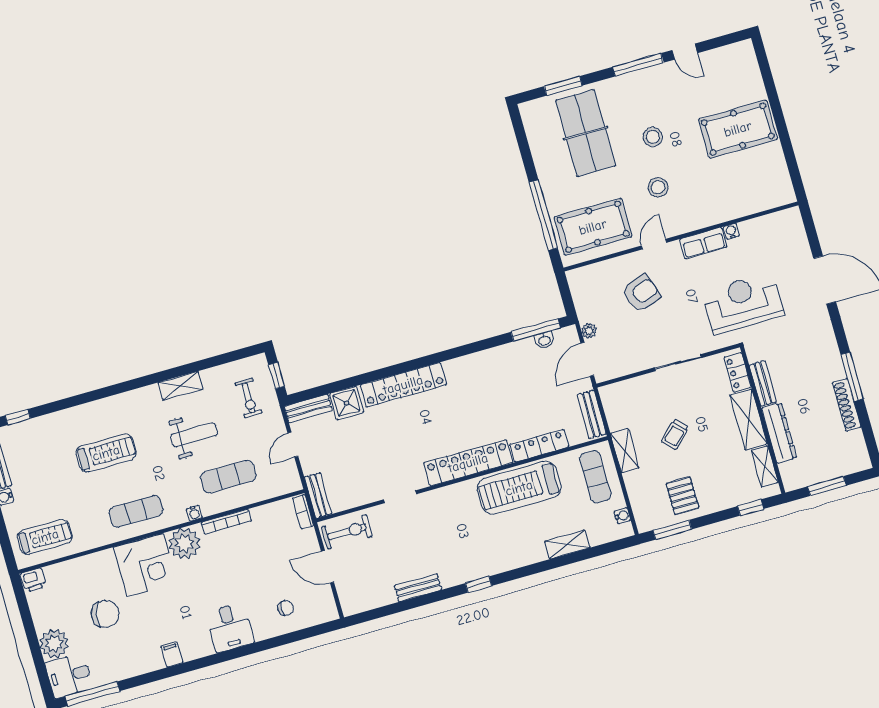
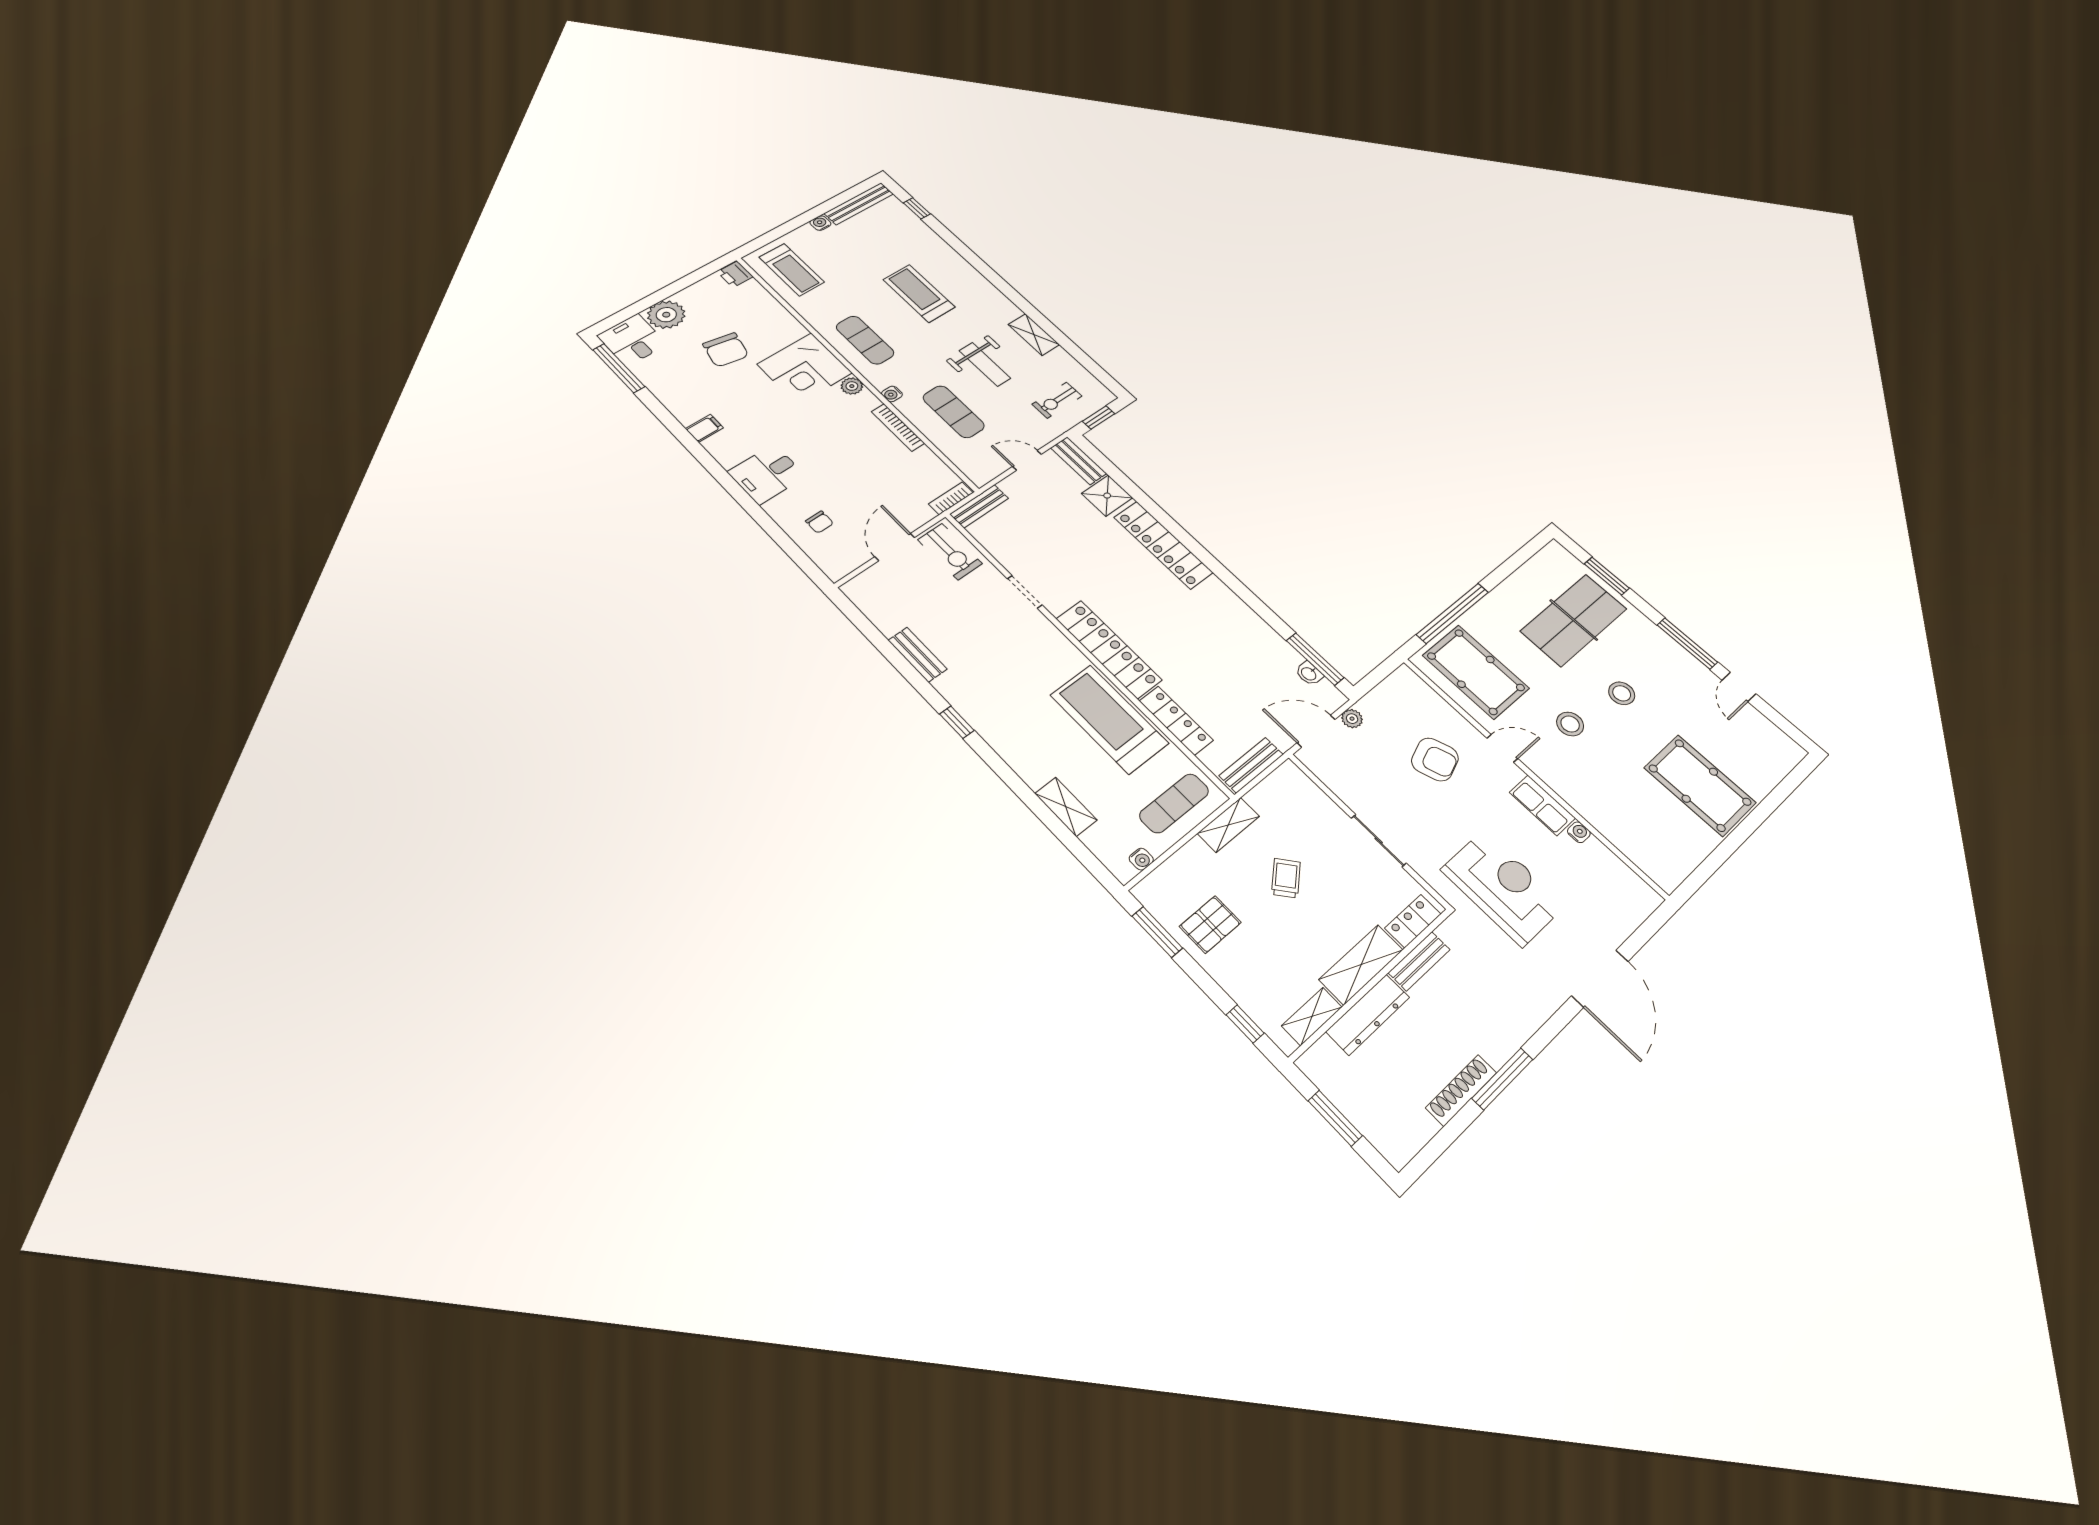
trolley: (675, 434) -> (1286, 878), turned 95
treadmill: (106, 453) -> (919, 293), turned 180
plant: (184, 543) -> (852, 386), width x0.53, depth x0.53

